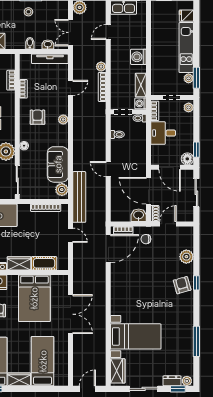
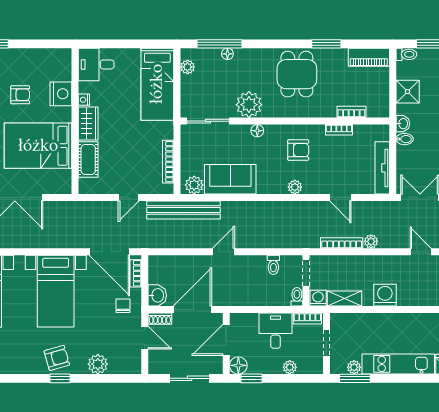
washbasin: (48, 44) -> (403, 124), moved
plant: (189, 107) -> (290, 367), moved
bed with nightstands: (136, 286) -> (56, 291), added

